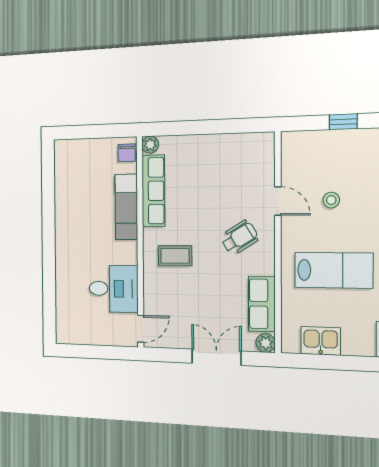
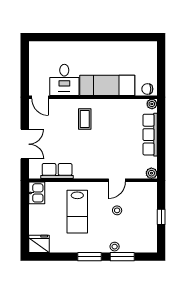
row of seats: (153, 191) -> (150, 135), moved, turned 90
exam couch: (126, 207) -> (107, 85), width x1.36, depth x1.45
wheelchair: (239, 238) -> (96, 158), removed
kitchen sink: (321, 341) -> (37, 193), moved
plant: (266, 343) -> (151, 173), moved

